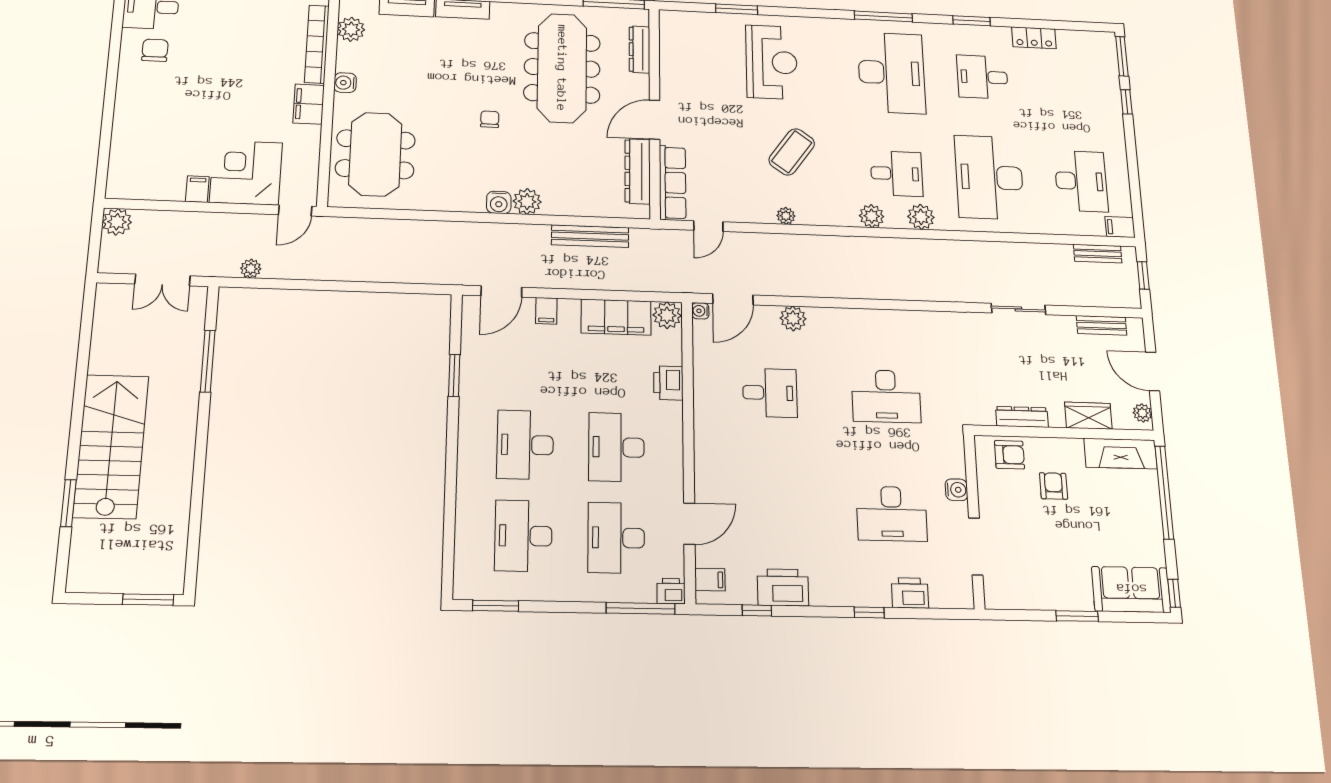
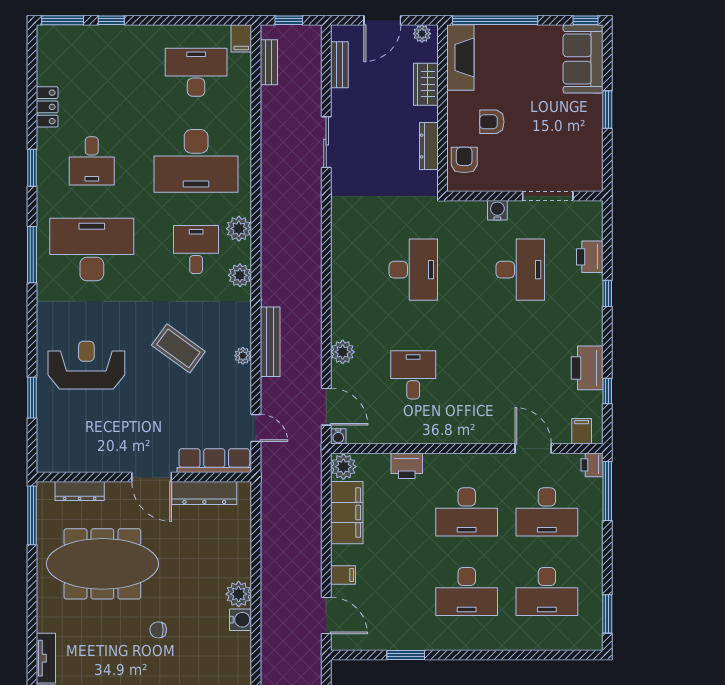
bench: (590, 236) -> (270, 342), moved

